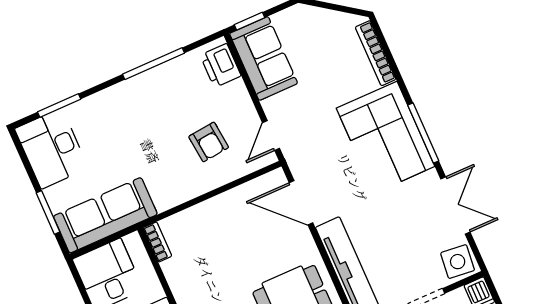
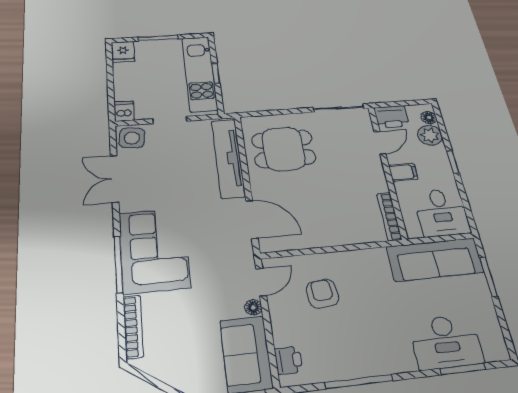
printer: (221, 66) -> (288, 360), width x0.73, depth x0.81
floor lamp: (271, 107) -> (253, 307), added
window: (423, 133) -> (118, 264), moved
desk: (52, 149) -> (446, 342), moved, turned 90
bookcase: (157, 242) -> (389, 216), width x1.56

